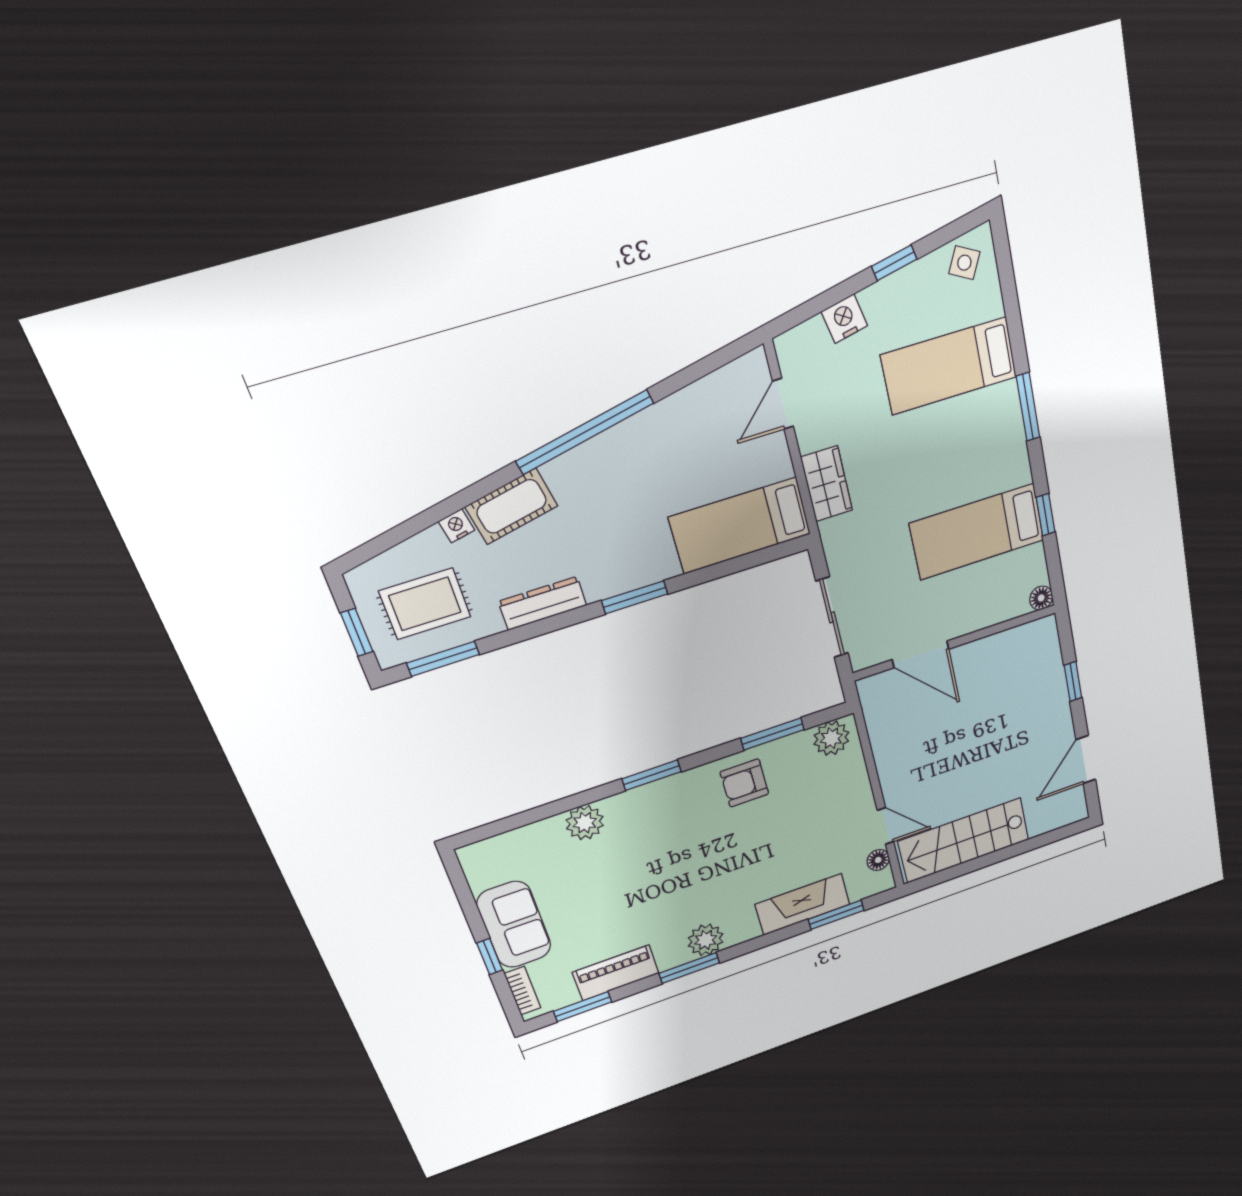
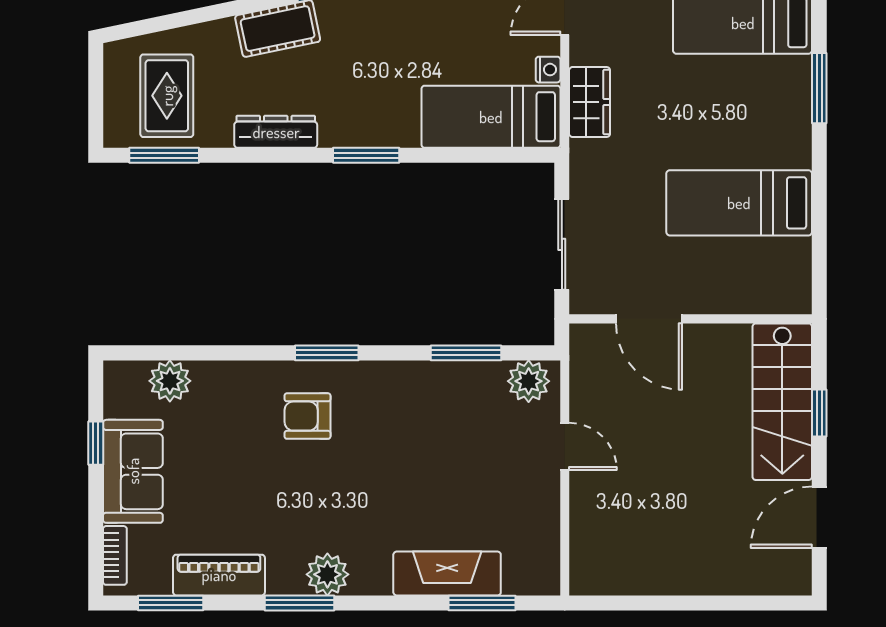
window: (1046, 515) -> (819, 209), removed
nightstand: (457, 526) -> (548, 70), moved, turned 102
floor lamp: (1041, 598) -> (798, 301), removed
rug: (425, 604) -> (167, 96), turned 90
window: (357, 632) -> (96, 102), removed
armchair: (744, 783) -> (308, 416), moved
plant: (585, 823) -> (170, 381), moved
door: (885, 826) -> (565, 446), moved
stairs: (964, 840) -> (782, 402), moved, turned -90
floor lamp: (878, 860) -> (547, 551), removed
window: (490, 957) -> (96, 443), moved

